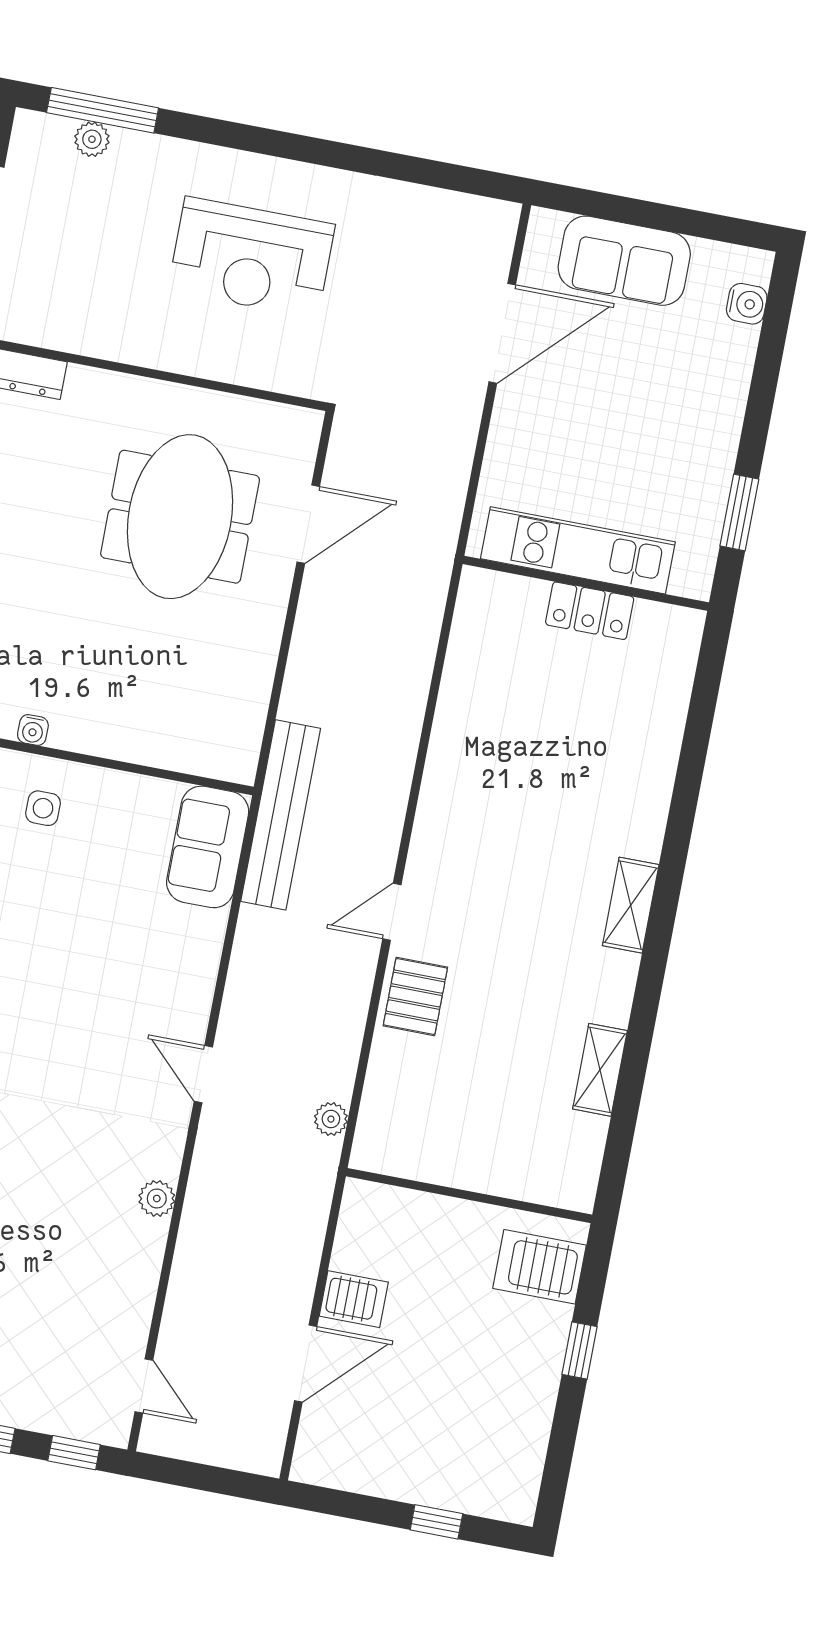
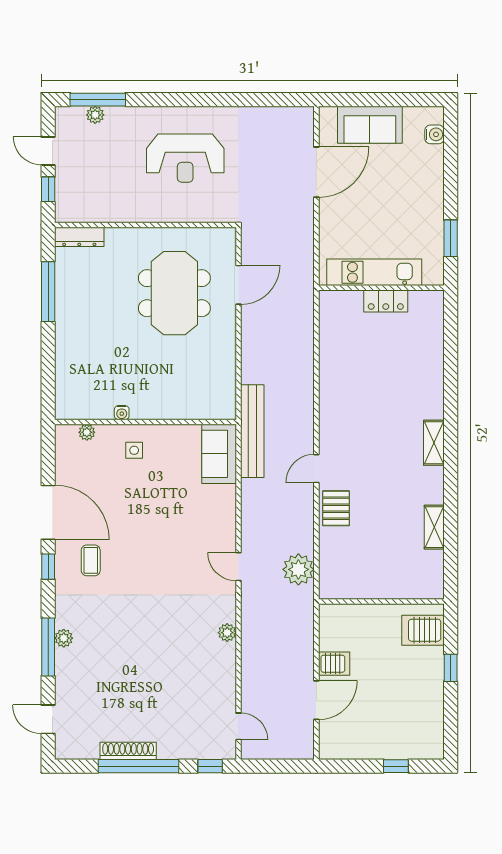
plant: (331, 1119) -> (298, 569), width x1.88, depth x1.88

